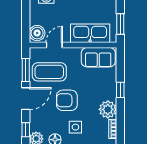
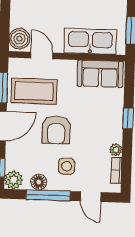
door: (54, 45) -> (42, 55), hinge flipped
armchair: (67, 100) -> (56, 130), turned -90
plant: (108, 109) -> (116, 150), width x0.53, depth x0.53

